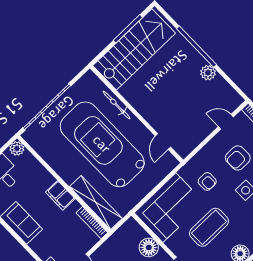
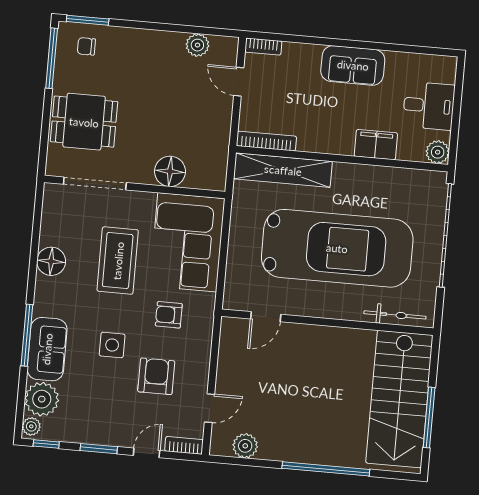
plant: (208, 73) -> (245, 446), moved
bicycle: (117, 105) -> (395, 315), moved
door: (163, 142) -> (266, 317), swing flipped
filing cabinet: (60, 195) -> (376, 145), moved

